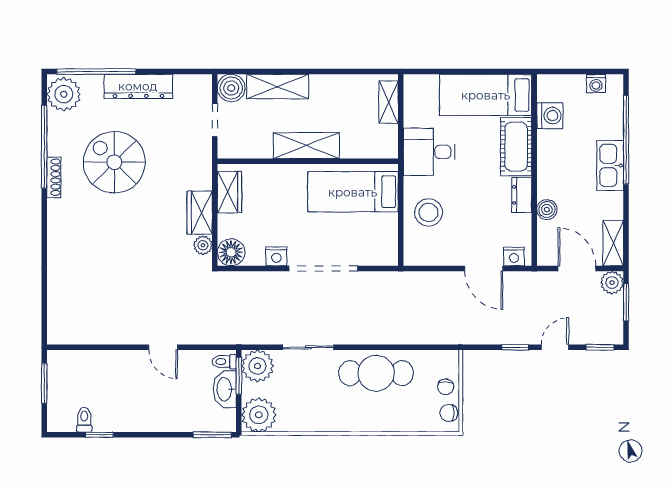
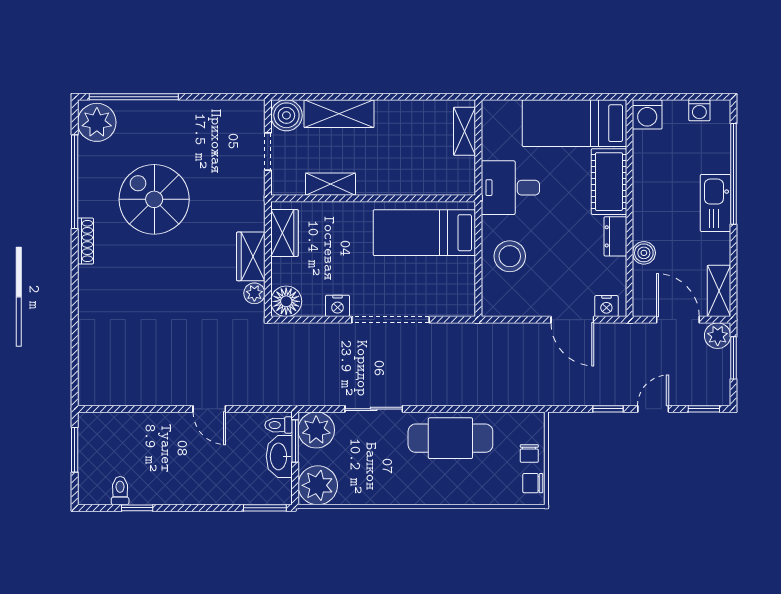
dresser: (138, 86) -> (181, 113), removed
washing machine: (550, 116) -> (647, 114), moved, turned 90
shelving: (306, 146) -> (330, 184), moved, width x0.67, depth x0.75
shoe rack: (54, 177) -> (85, 241), moved

